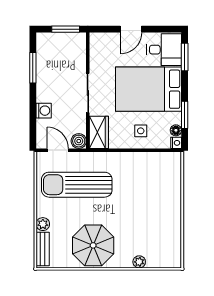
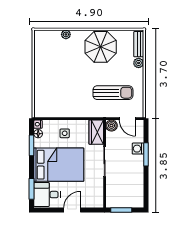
window: (33, 68) -> (146, 154), moved
sun lounger: (77, 185) -> (113, 93), width x0.73, depth x0.75

